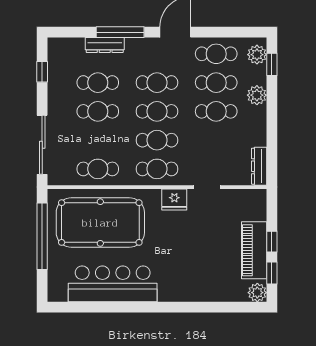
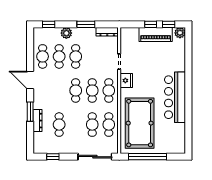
window: (120, 32) -> (30, 112), width x0.69
plant: (257, 55) -> (43, 33), removed
cafe table: (157, 83) -> (59, 90), removed
cafe table: (98, 111) -> (92, 125), moved
window: (272, 129) -> (86, 24), added
bar counter: (113, 284) -> (175, 97), moved

